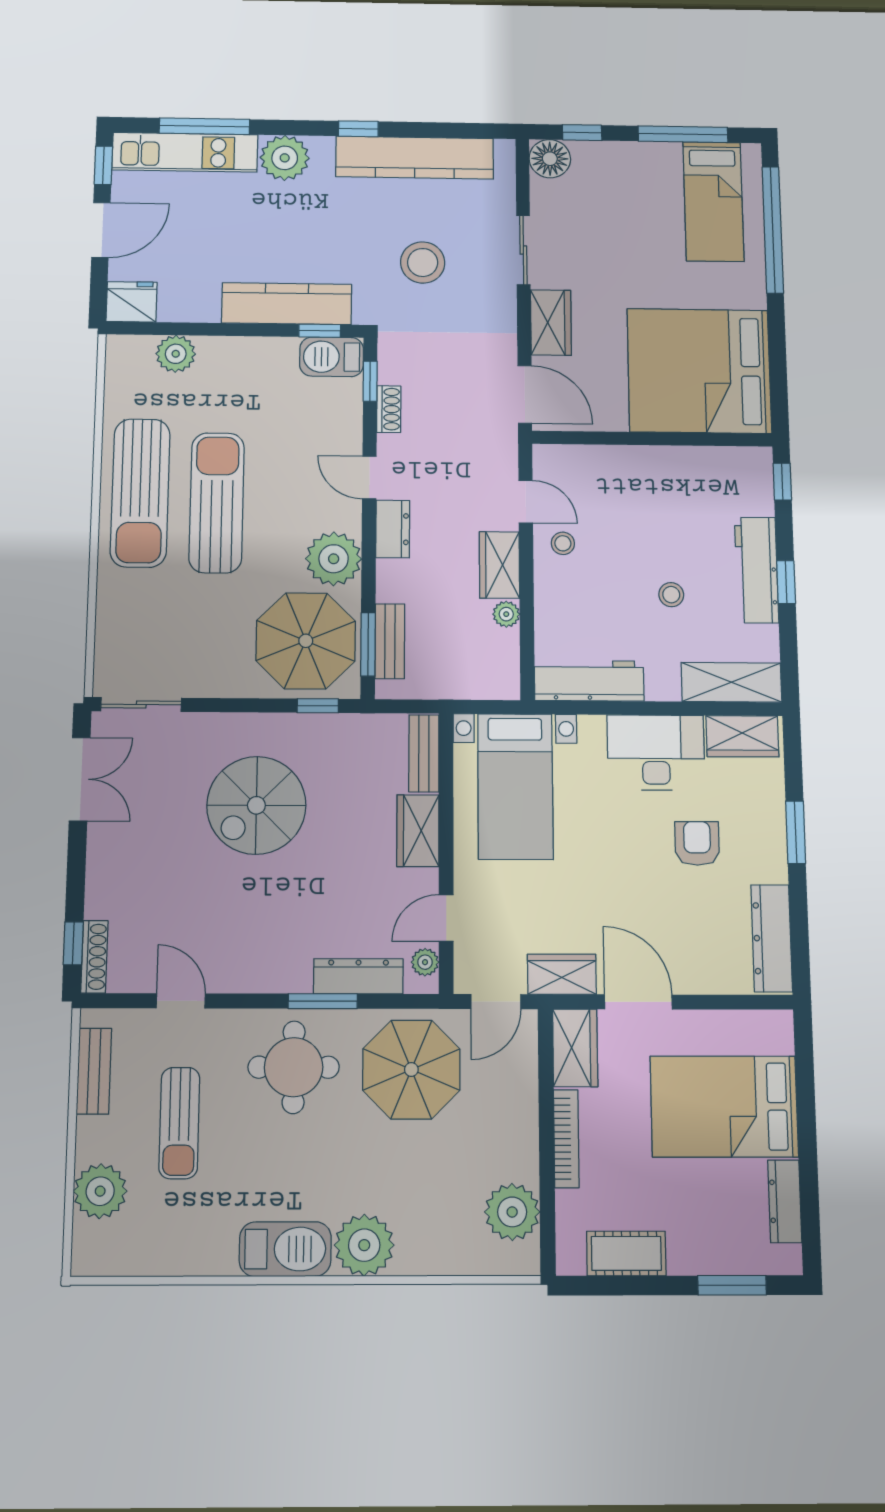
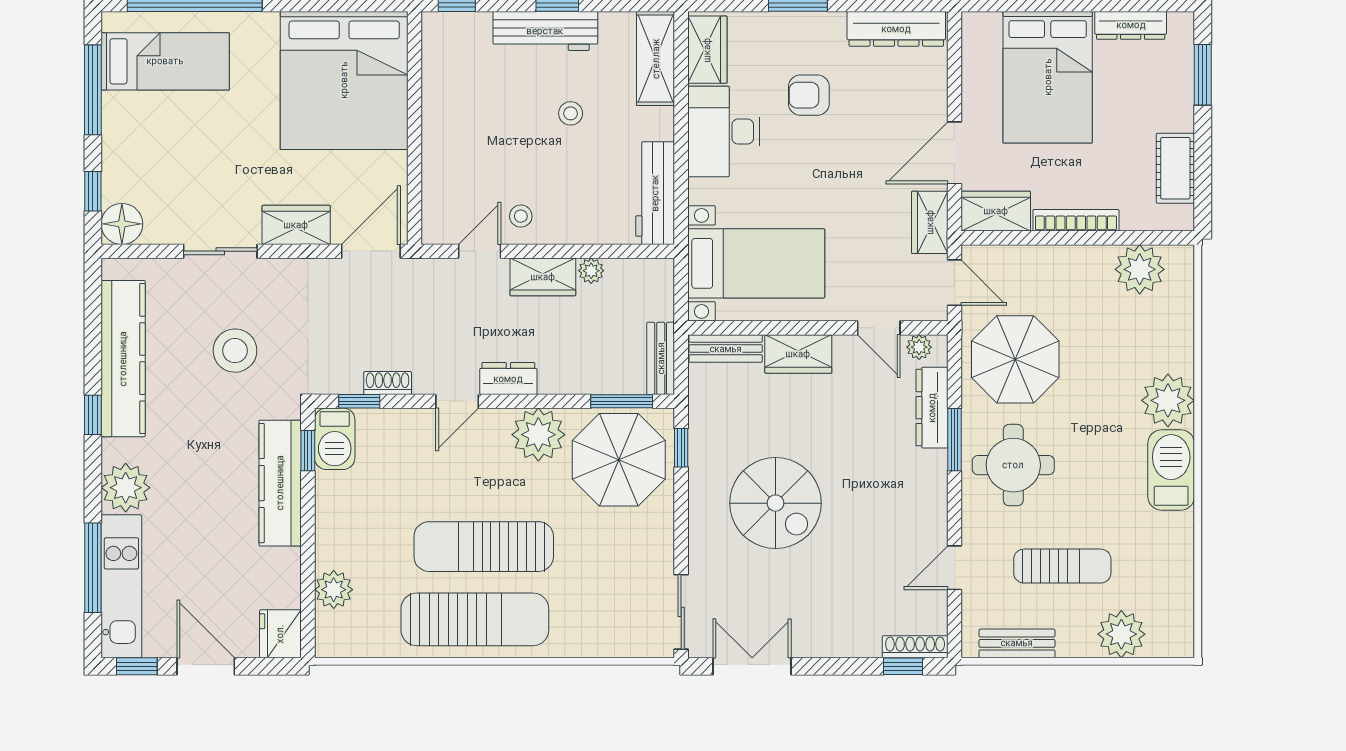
bench: (390, 641) -> (661, 358), moved, turned 90

